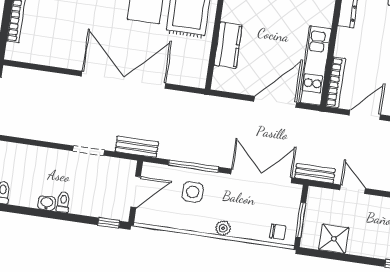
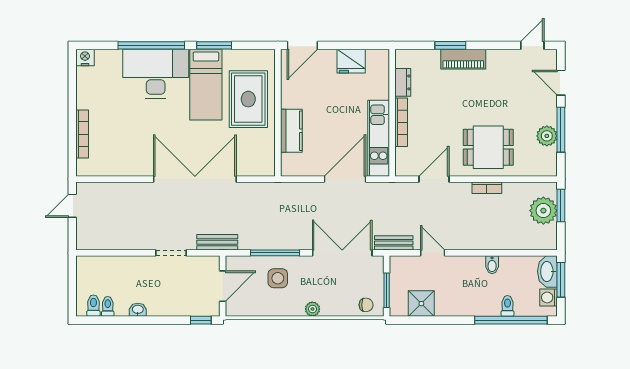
bookcase: (336, 82) -> (401, 122), moved
toilet: (63, 202) -> (108, 306), moved

